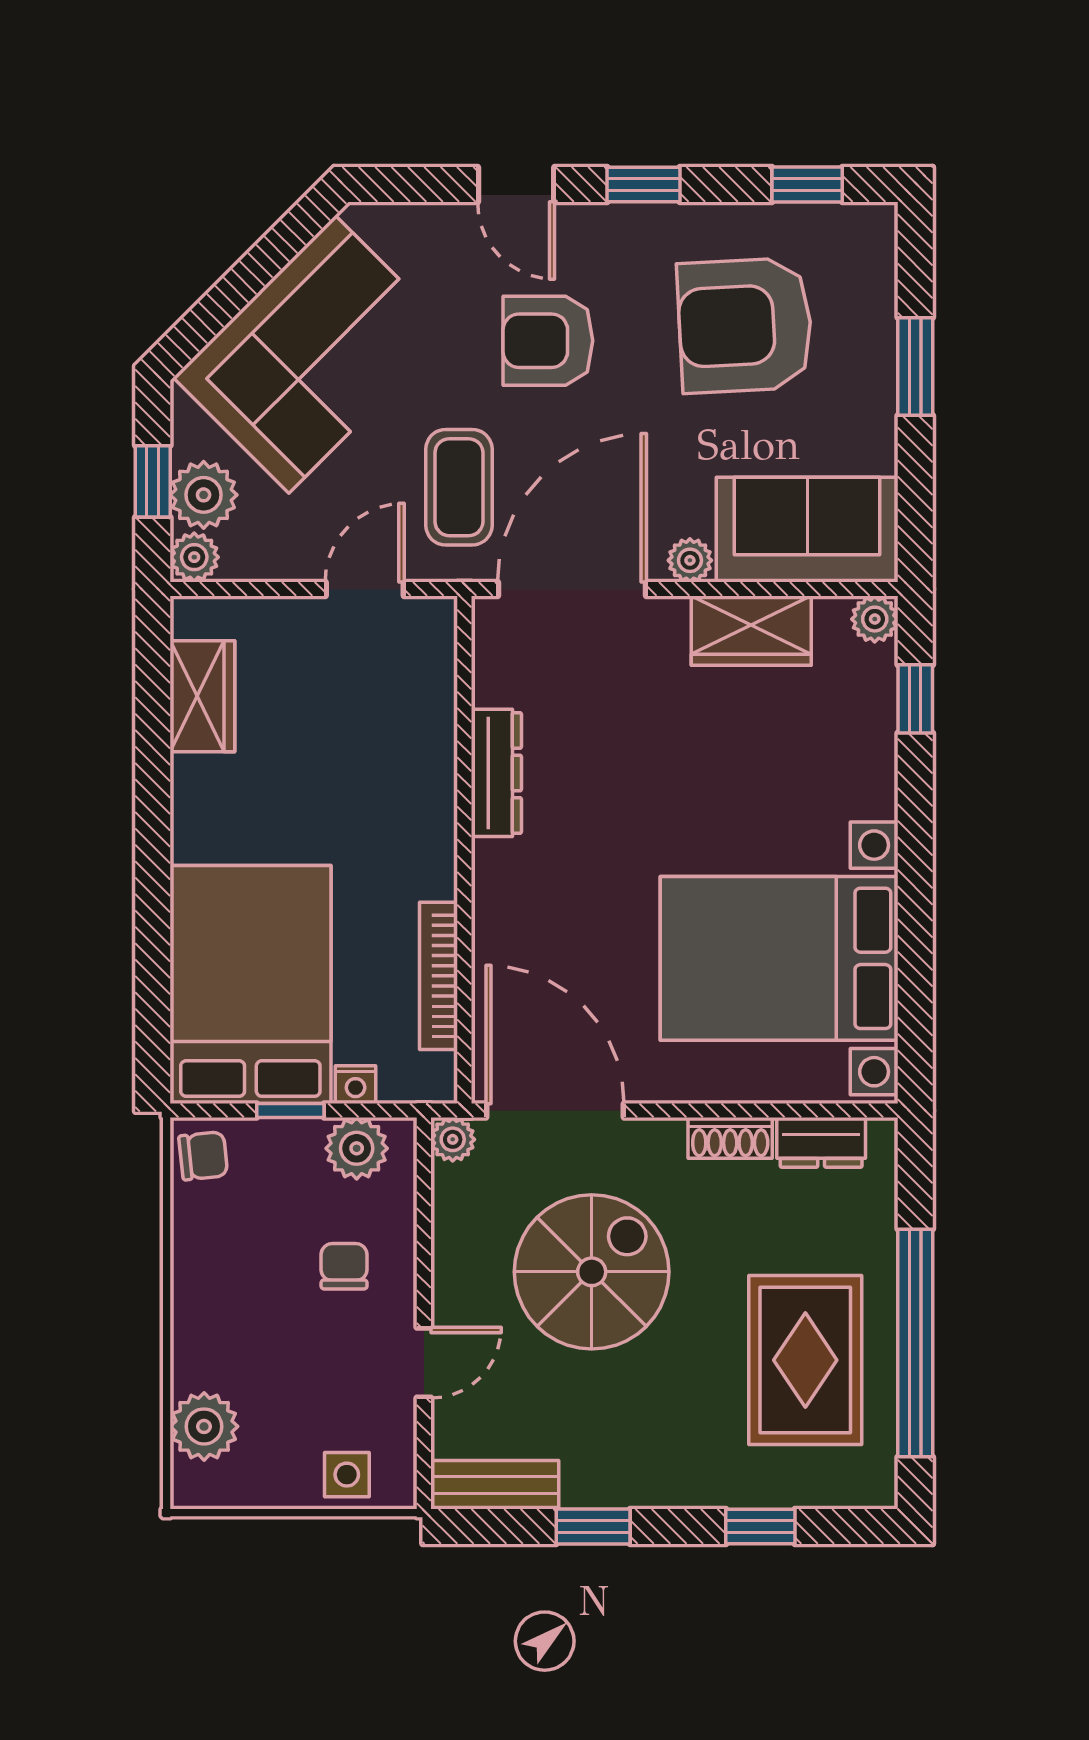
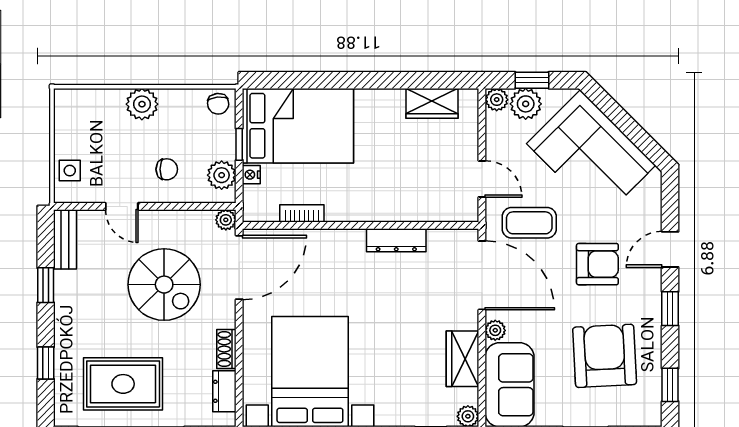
armchair: (548, 341) -> (597, 264), turned 90
bookcase: (439, 976) -> (302, 213), width x0.64
plant: (204, 1426) -> (142, 104), moved

